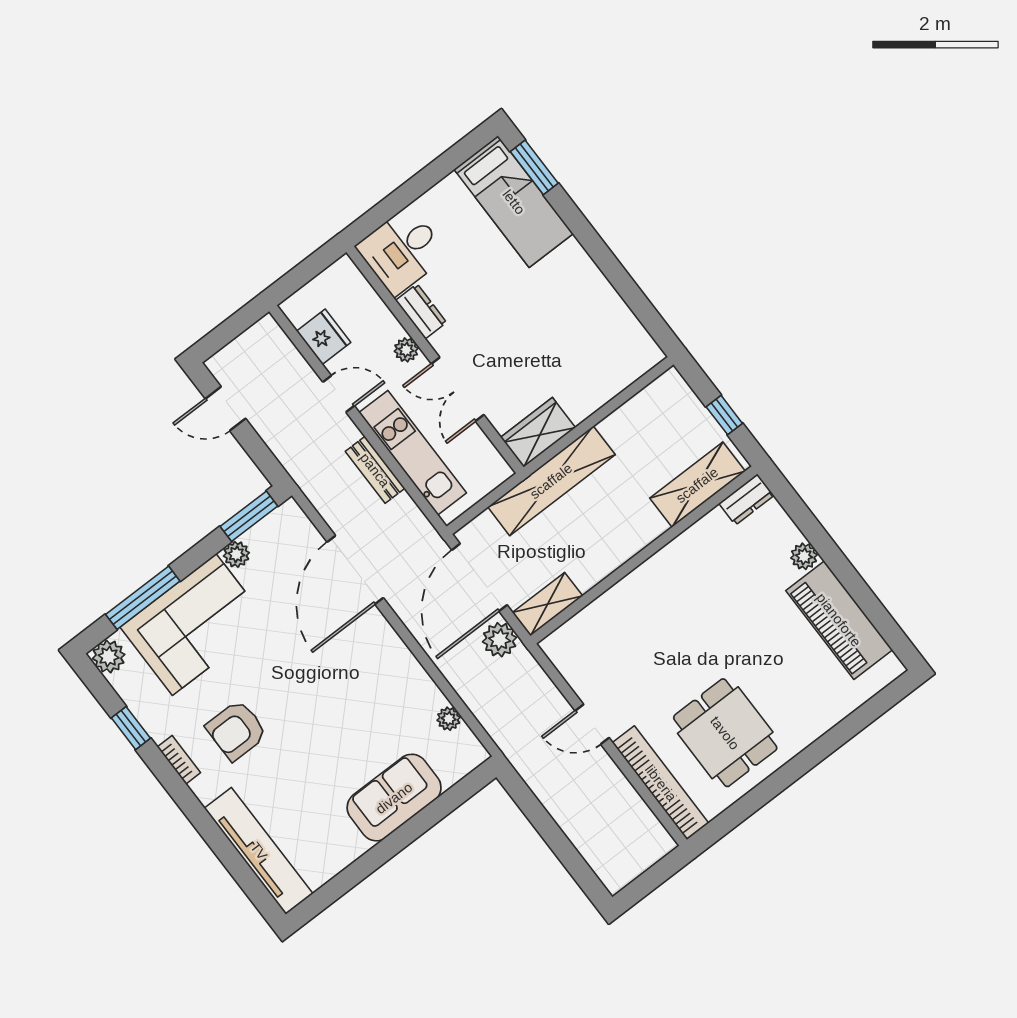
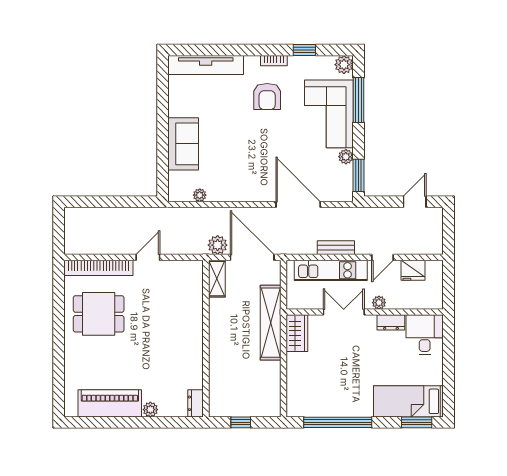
window: (619, 278) -> (338, 422), added
shelving: (697, 485) -> (219, 386), removed
armchair: (237, 730) -> (267, 96), turned 180

